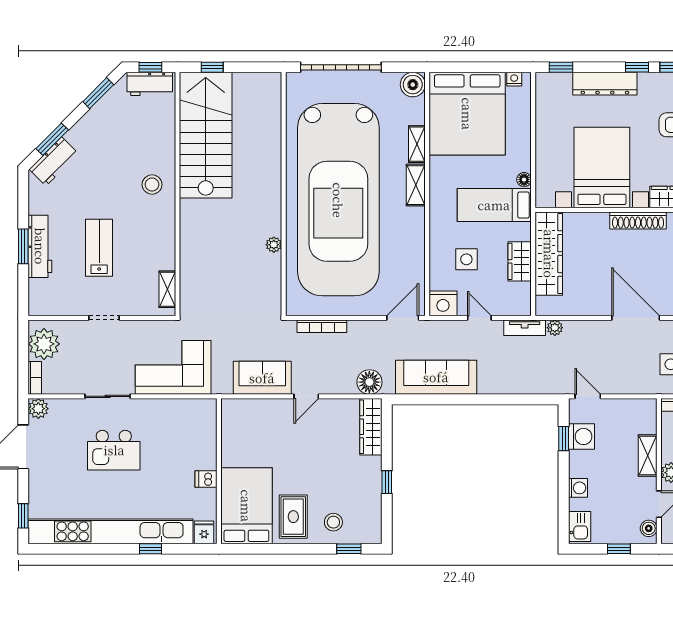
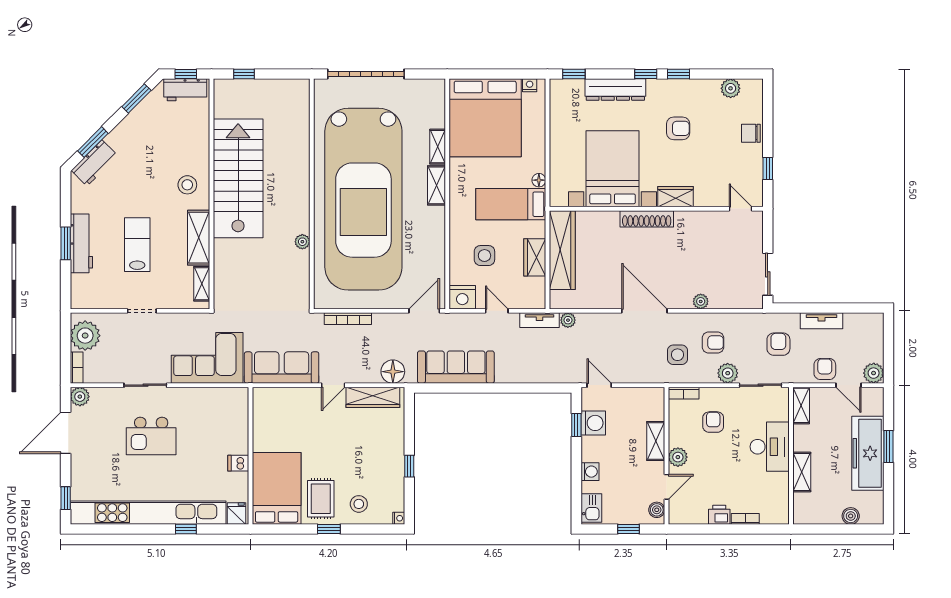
boiler: (413, 85) -> (434, 90), removed
stairs: (206, 135) -> (238, 178), moved
shelving: (164, 240) -> (199, 238), added
sofa: (262, 378) -> (282, 368), width x1.36
wardrobe: (371, 427) -> (373, 397), moved, turned -90
nightstand: (376, 537) -> (399, 518), added
window: (349, 549) -> (329, 529), moved

